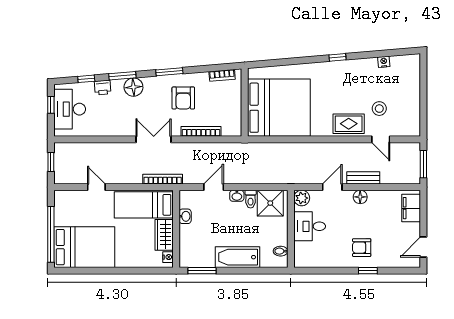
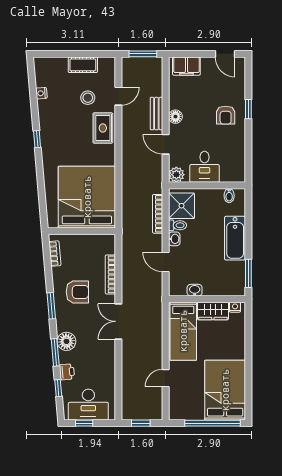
cot: (412, 104) -> (83, 65), added
bookcase: (163, 179) -> (158, 214), moved

